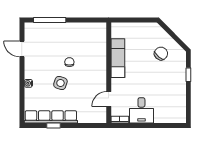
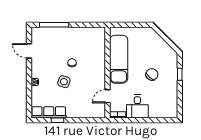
chair: (161, 53) -> (152, 74), moved
exam couch: (118, 58) -> (119, 59), width x1.36, depth x1.45
row of seats: (51, 117) -> (49, 112), width x0.73

